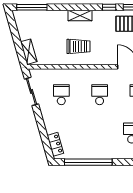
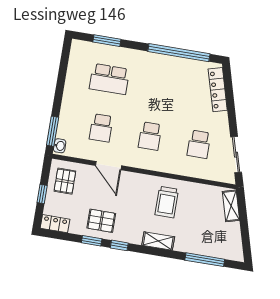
window: (32, 7) -> (205, 260), moved
trolley: (78, 46) -> (167, 202), turned -90
locker: (55, 144) -> (218, 90), width x1.53

